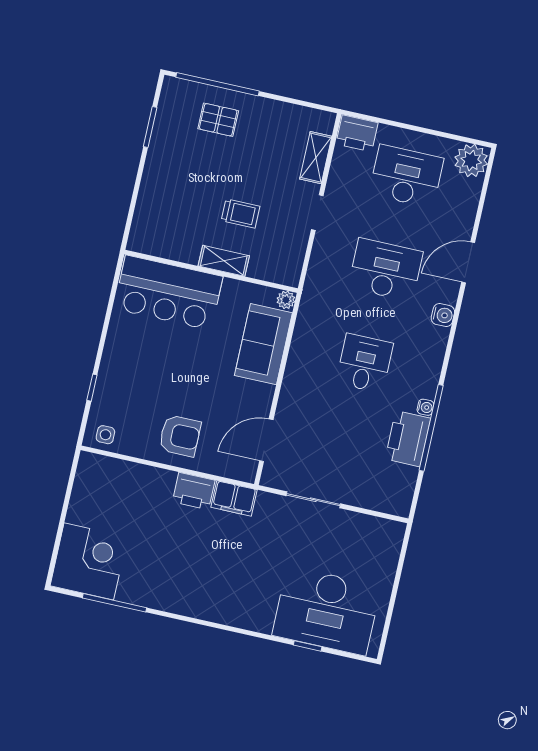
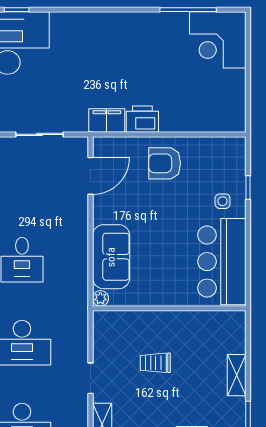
shelving: (224, 261) -> (237, 375), moved, turned 90
bar counter: (168, 293) -> (222, 262), moved, turned -90
side table: (105, 435) -> (223, 201), moved

